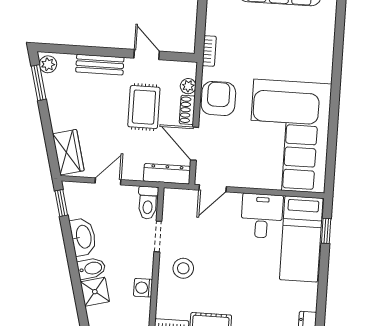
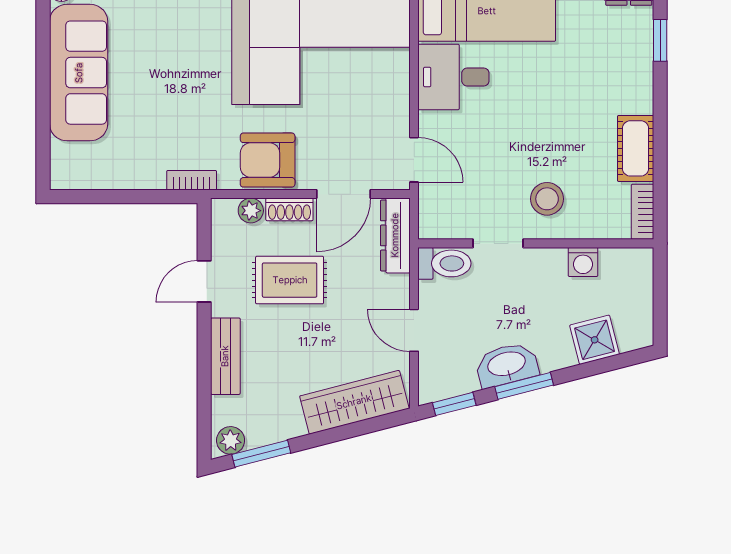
wardrobe: (68, 152) -> (354, 402), width x1.50
window: (69, 247) -> (524, 386), added
bidet: (91, 268) -> (557, 348), removed

